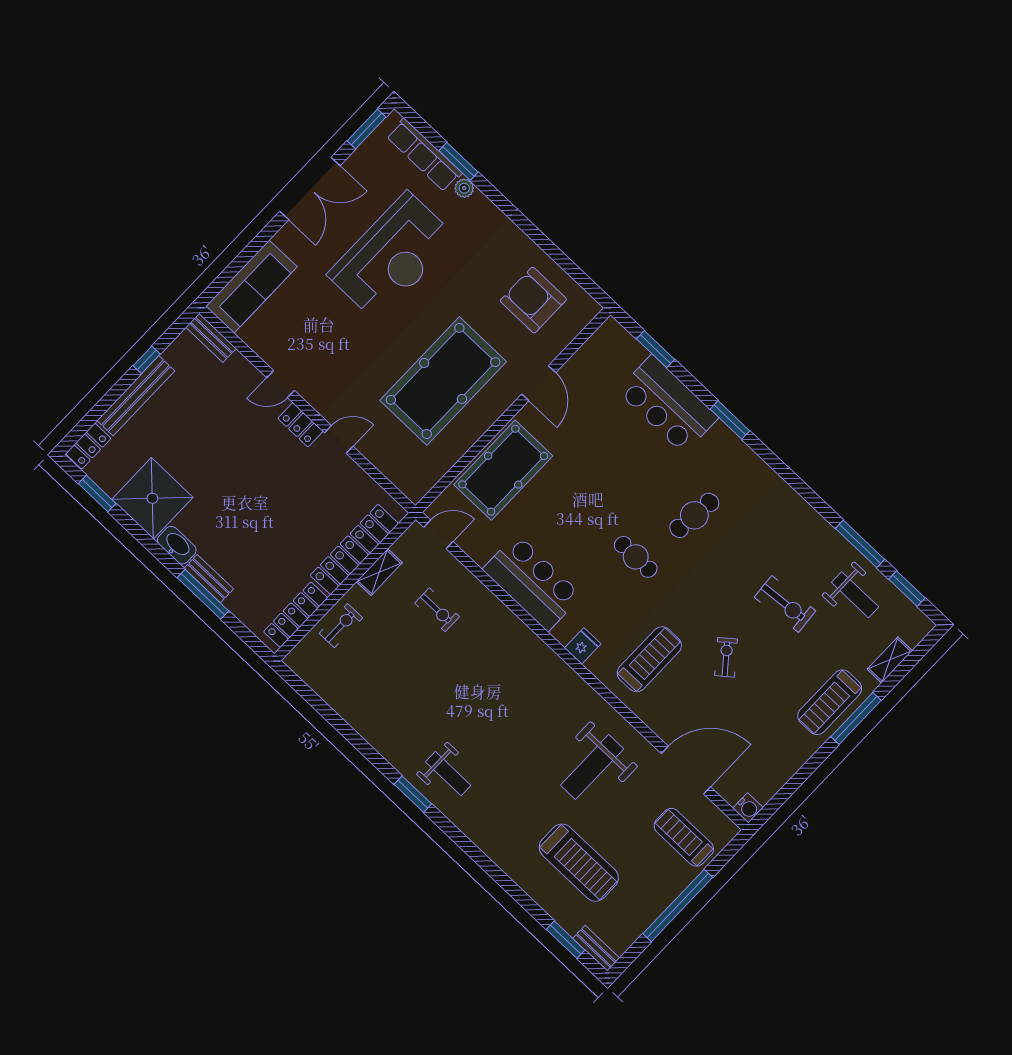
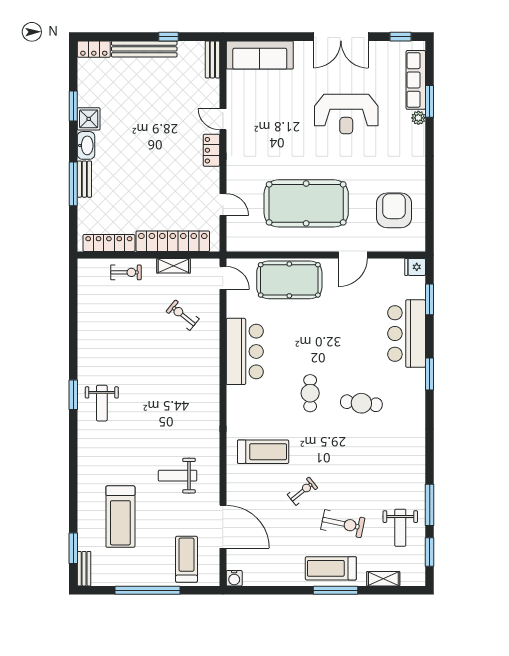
window: (367, 129) -> (400, 37), width x0.67
reception desk: (392, 256) -> (346, 114), width x0.74, depth x0.77
door: (339, 439) -> (223, 205), moved
window: (97, 493) -> (73, 106), moved
shower: (152, 498) -> (89, 119), width x0.54, depth x0.54
exercise bike: (785, 604) -> (343, 524), moved, turned -73
exercise bike: (437, 610) -> (183, 315), turned 129
fridge: (583, 646) -> (415, 267), moved, turned 180
weight bench: (592, 767) -> (178, 476), width x0.73, depth x0.75

